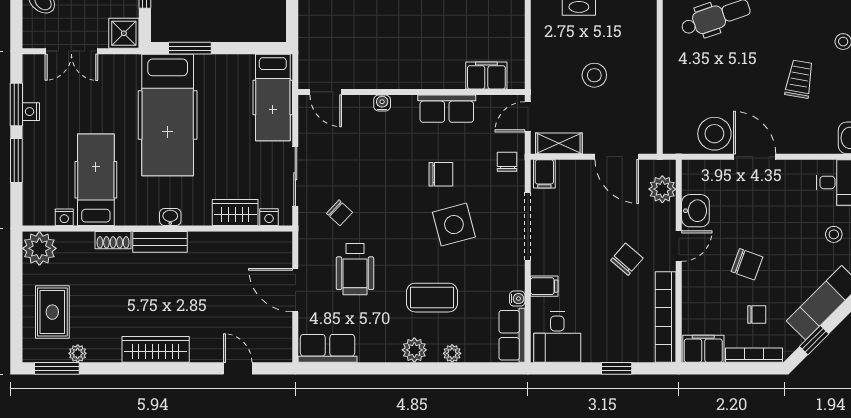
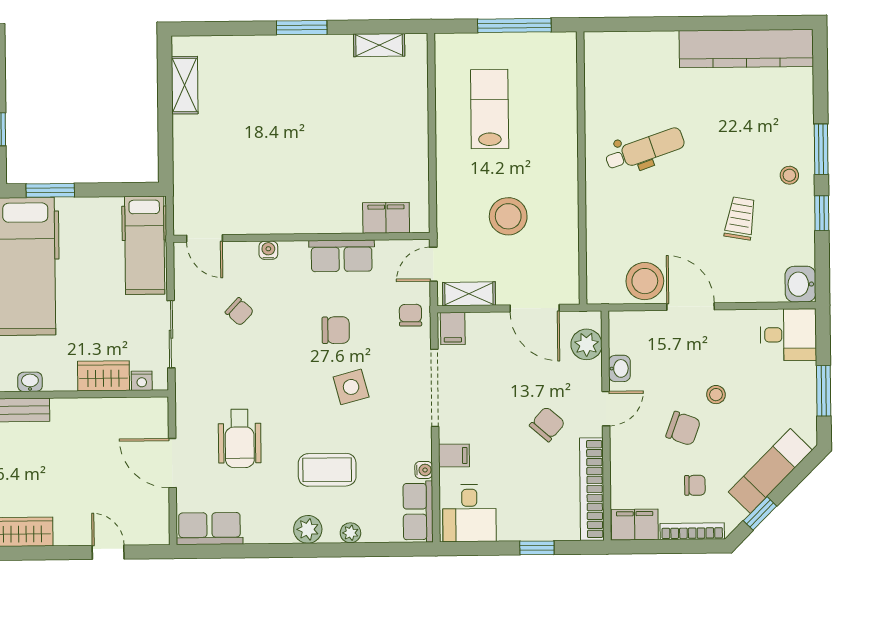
stool: (594, 75) -> (508, 216), width x1.38, depth x1.38
washbasin: (695, 211) -> (619, 368), width x0.72, depth x0.69
chair: (339, 213) -> (239, 312), moved
side table: (454, 225) -> (351, 387), width x0.73, depth x0.73
stool: (834, 234) -> (716, 395), moved

